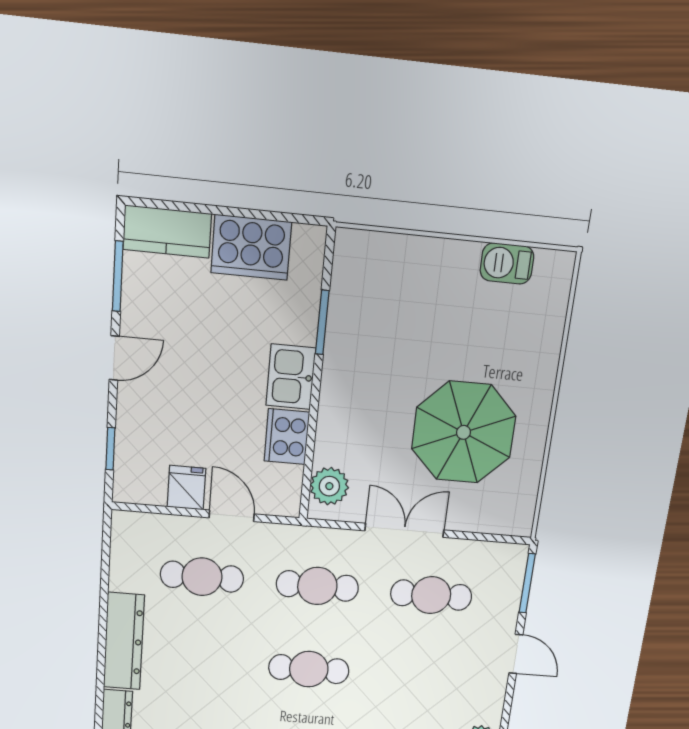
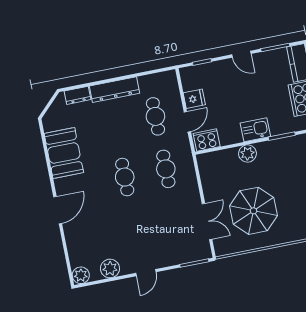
cooker: (287, 437) -> (207, 140), moved
plant: (329, 486) -> (247, 154), moved
double door: (404, 530) -> (207, 221), moved
cafe table: (431, 595) -> (176, 221), removed
door: (516, 654) -> (146, 273), moved

